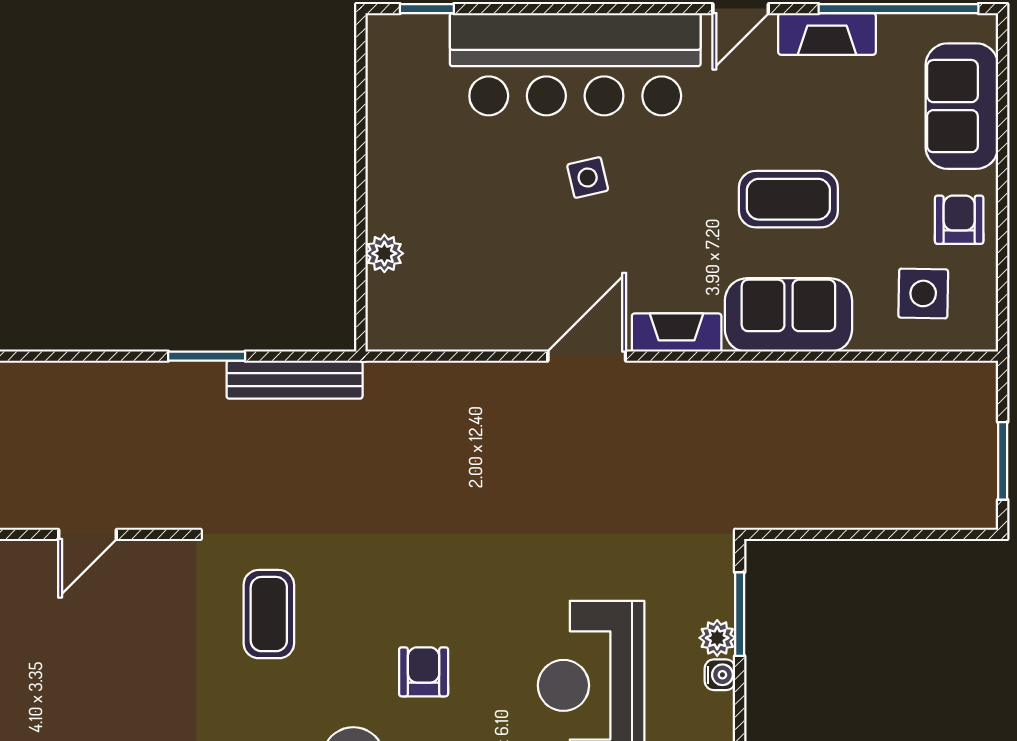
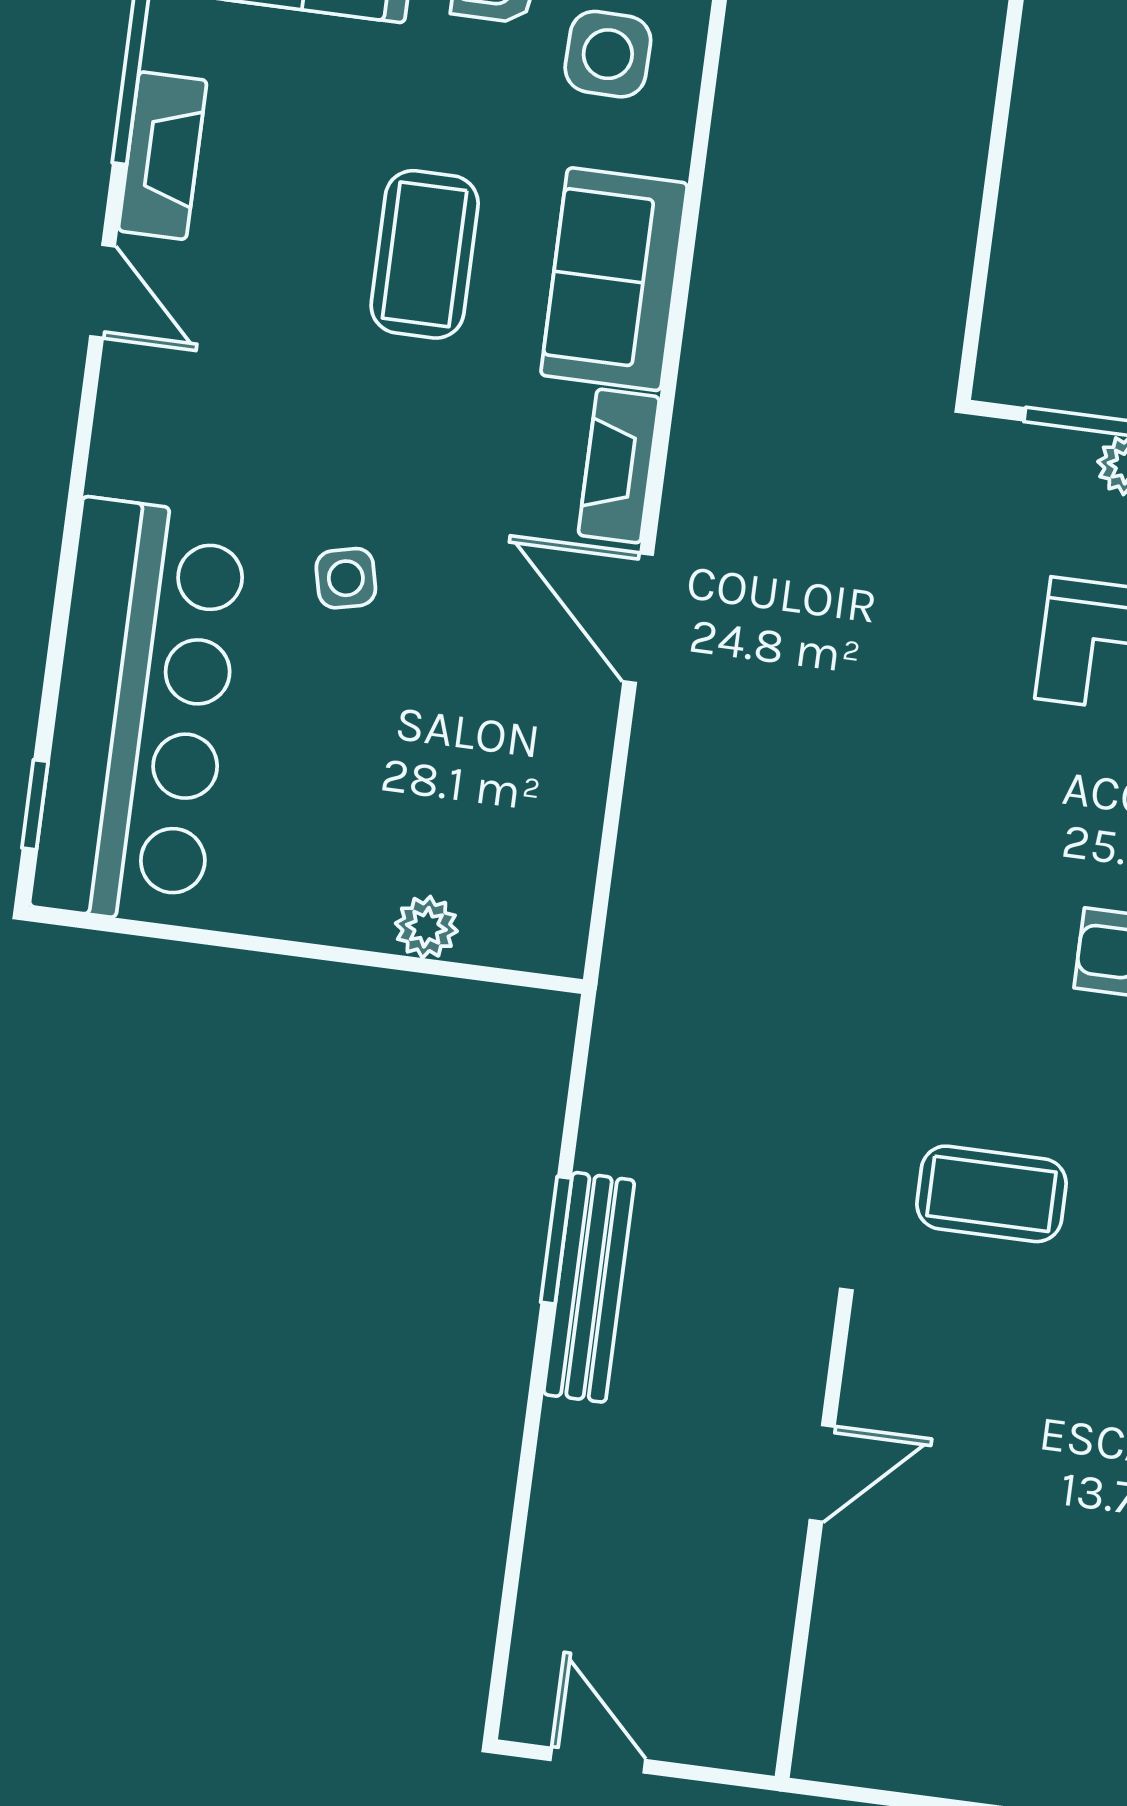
bar counter: (575, 64) -> (140, 712), moved
bench: (295, 380) -> (589, 1287), moved
door: (87, 534) -> (822, 1473), hinge flipped

